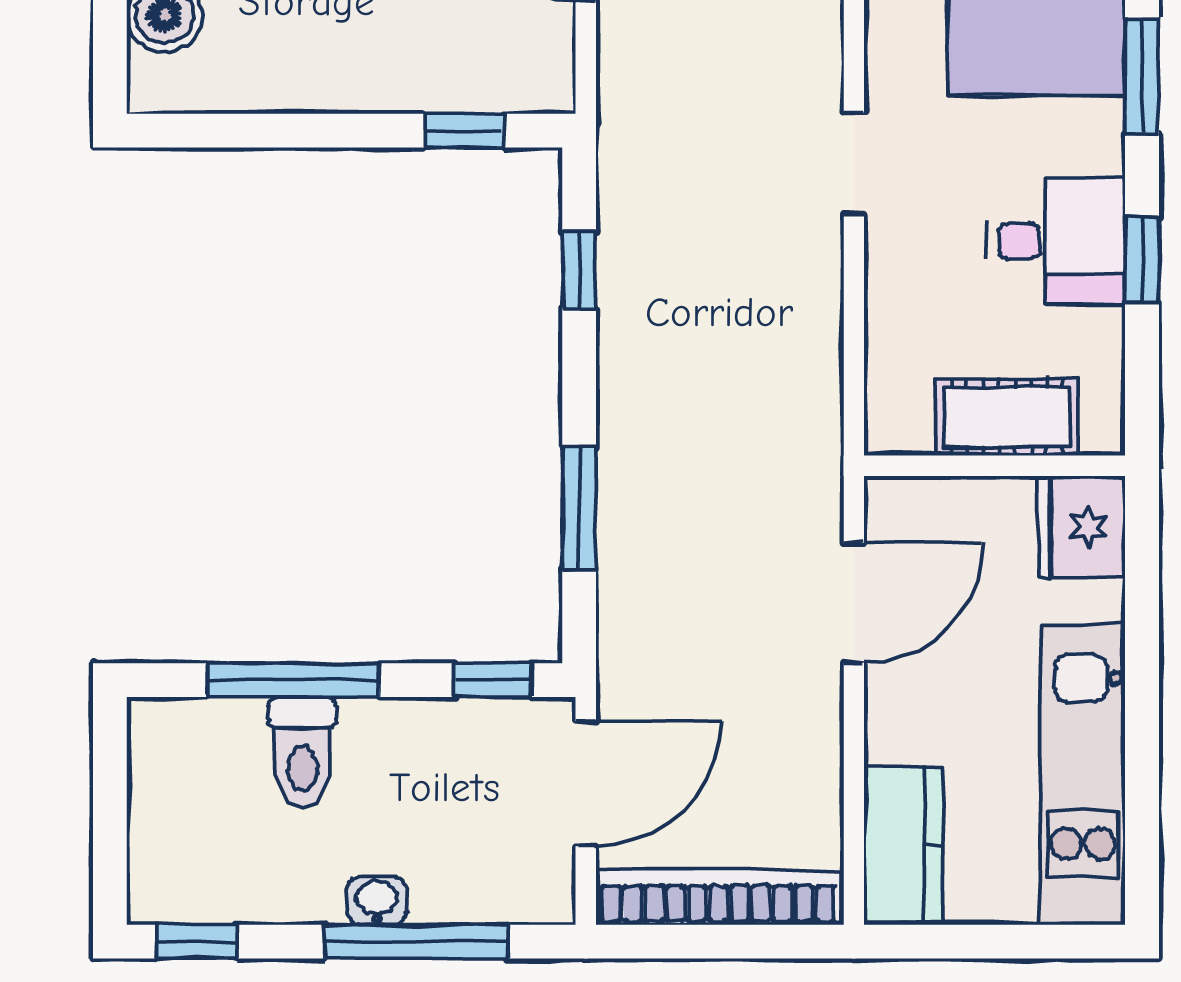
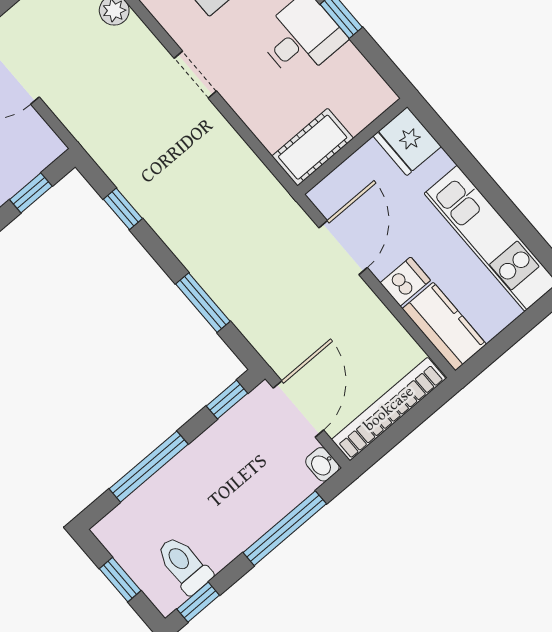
cot: (1007, 417) -> (313, 147), moved
dishwasher: (903, 731) -> (405, 282), added
toilet: (302, 753) -> (184, 565), moved, turned 180
window: (110, 811) -> (120, 580), added
washbasin: (377, 901) -> (322, 464), moved, turned -90

